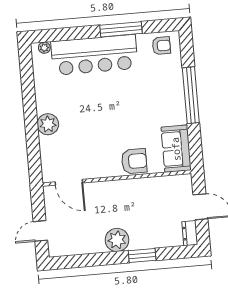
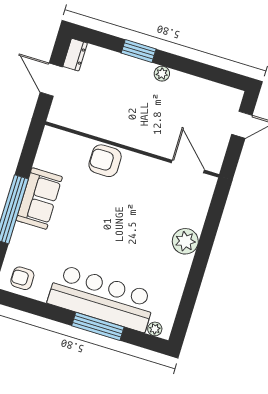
window: (121, 29) -> (98, 326), moved
sofa: (176, 149) -> (39, 199), moved
plant: (117, 240) -> (162, 74), width x0.53, depth x0.53

